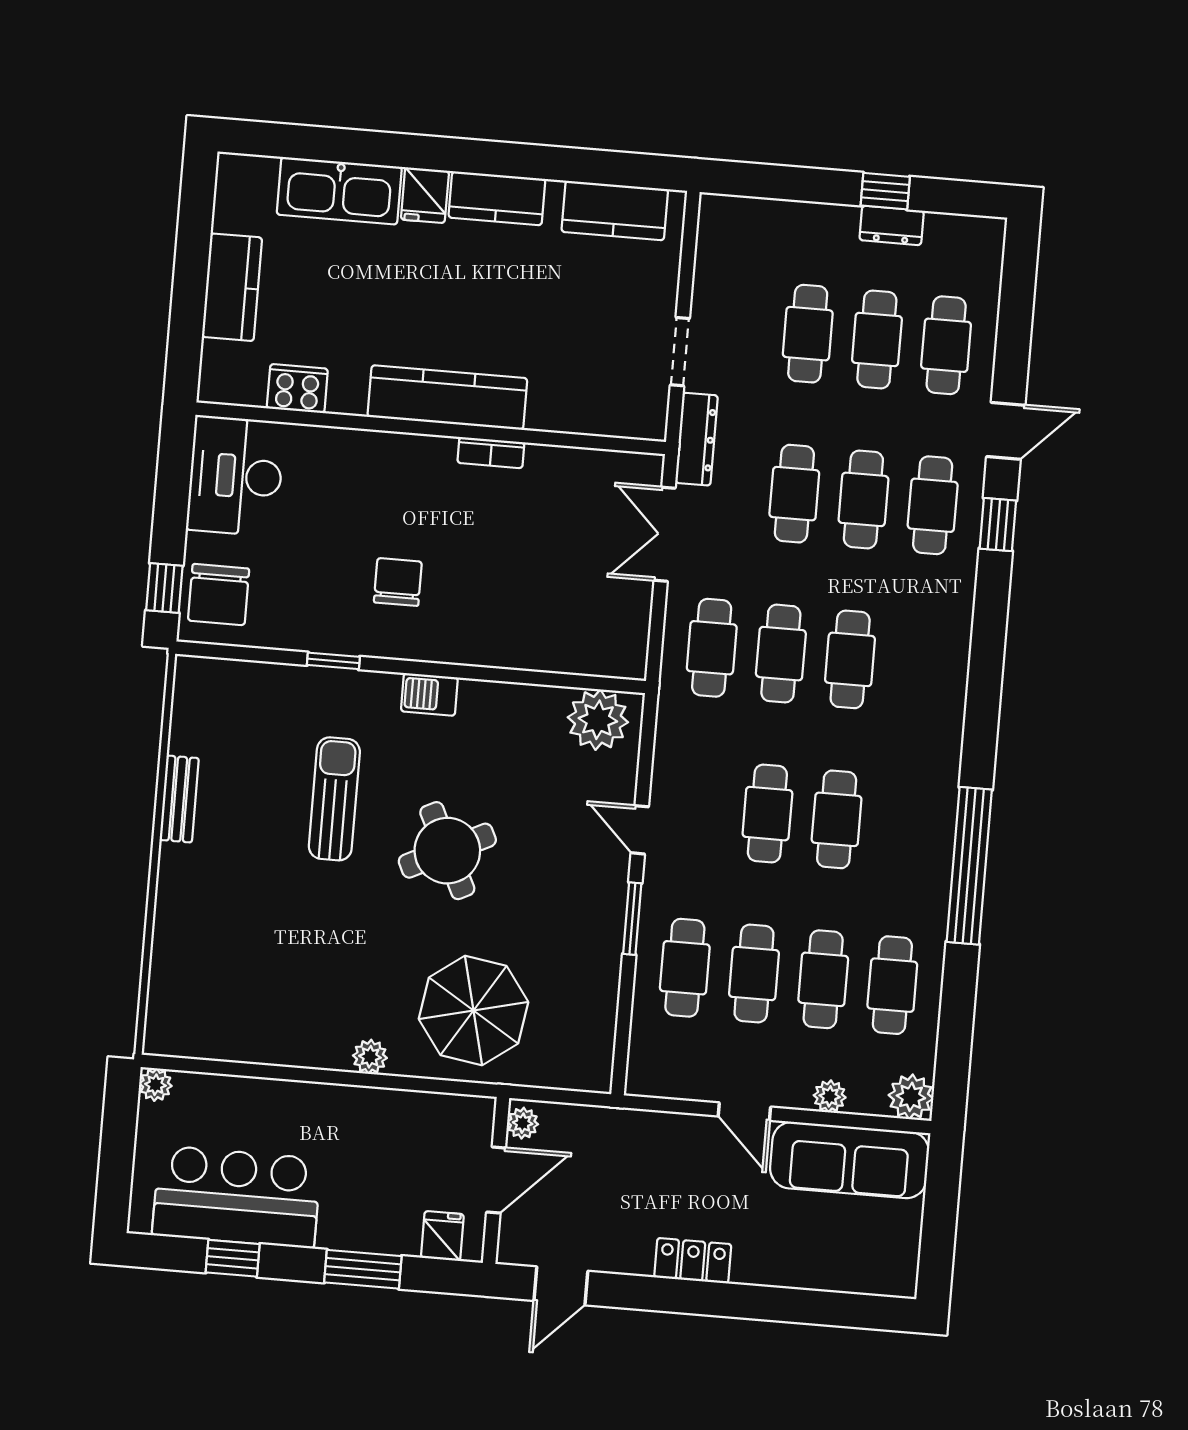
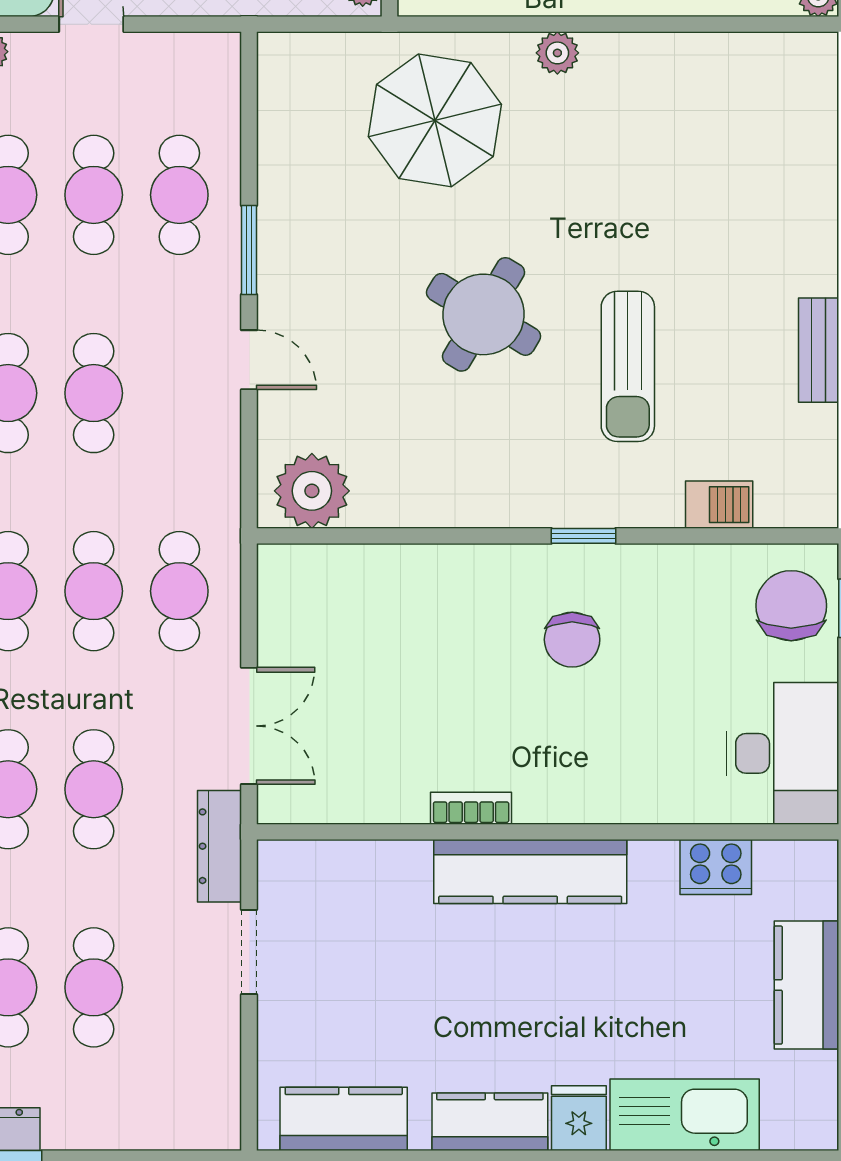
window: (333, 661) -> (583, 536), moved
barbecue: (429, 694) -> (719, 505), moved
round table: (447, 851) -> (484, 314), turned -33

